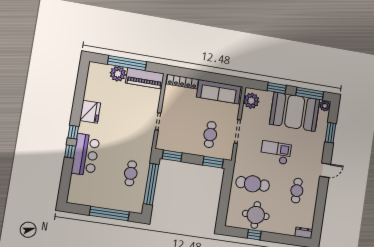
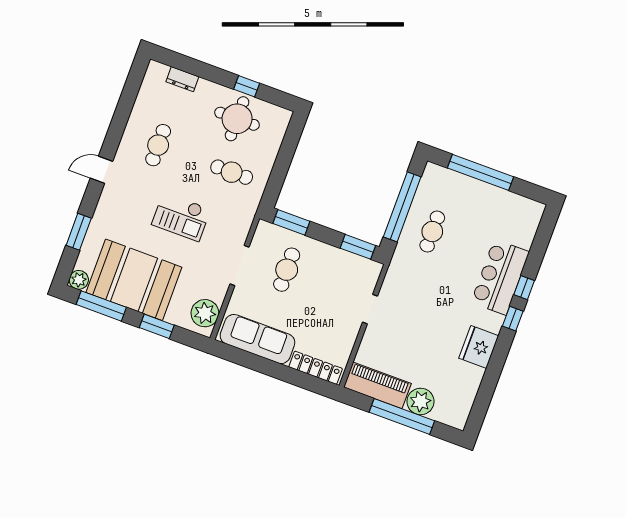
cafe table: (253, 184) -> (232, 172), width x0.73, depth x0.74
dresser: (304, 233) -> (182, 79), moved

